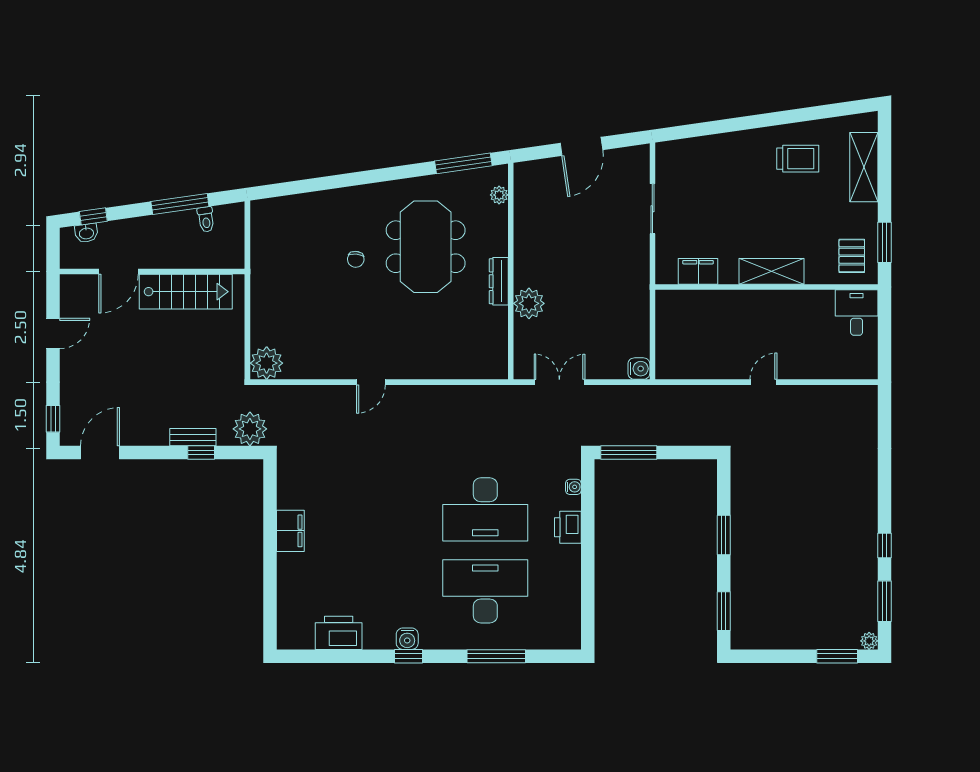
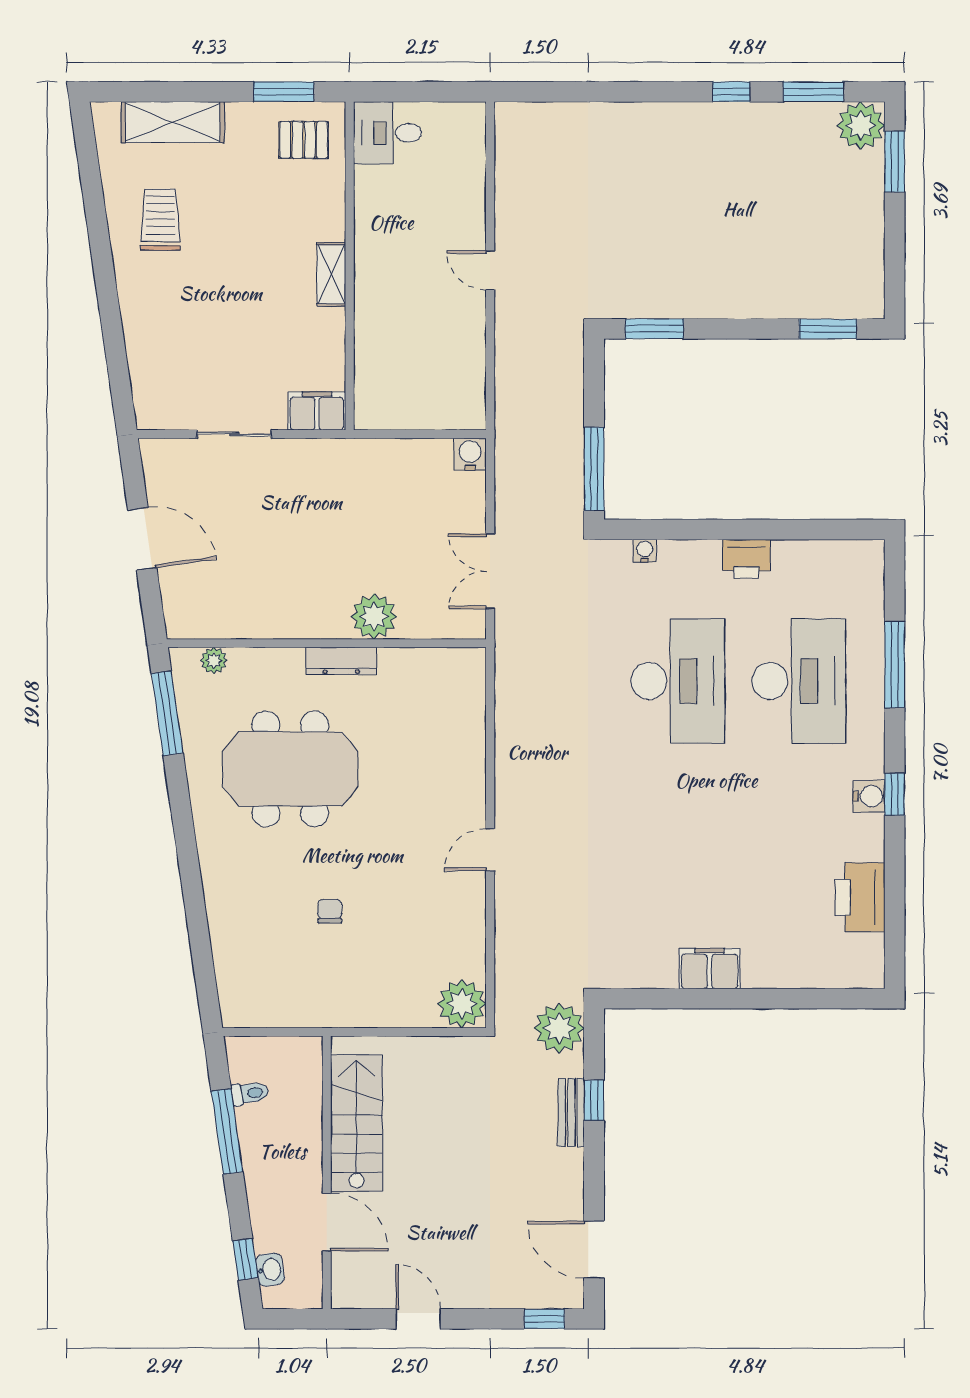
chair: (356, 259) -> (330, 911), moved, turned -96
filing cabinet: (698, 271) -> (317, 411), moved, turned 90
shelving: (772, 271) -> (331, 274), width x0.67, depth x0.75
door: (371, 382) -> (490, 850), swing flipped
printer: (568, 527) -> (746, 559), moved
window: (724, 535) -> (654, 329), moved
desk: (485, 591) -> (799, 681), turned 180
plant: (869, 641) -> (861, 126), width x1.88, depth x1.88

